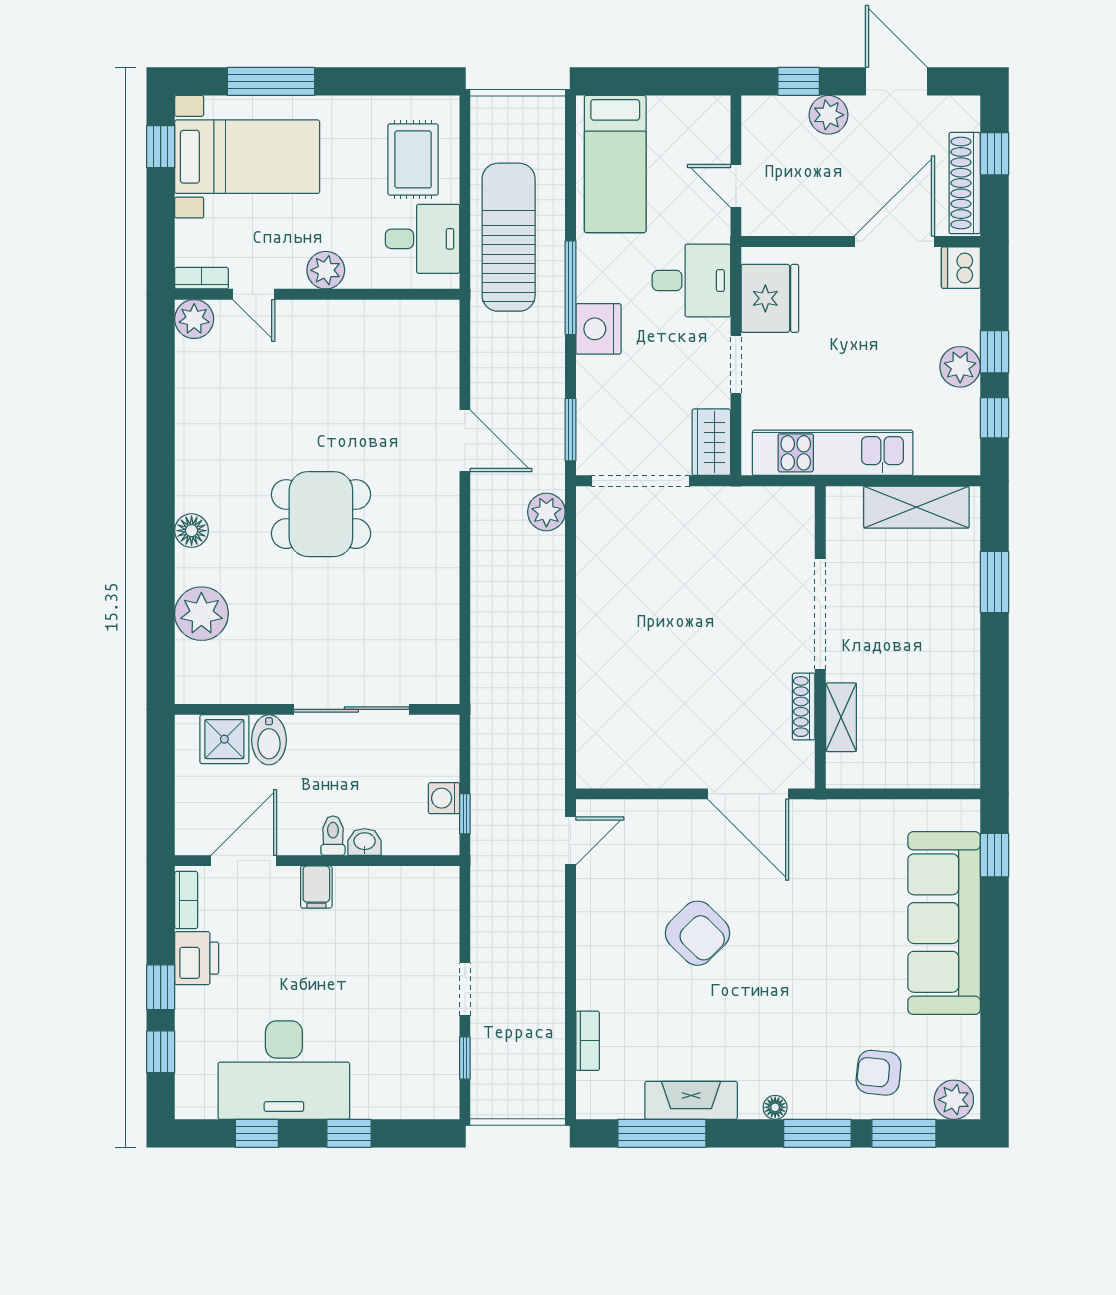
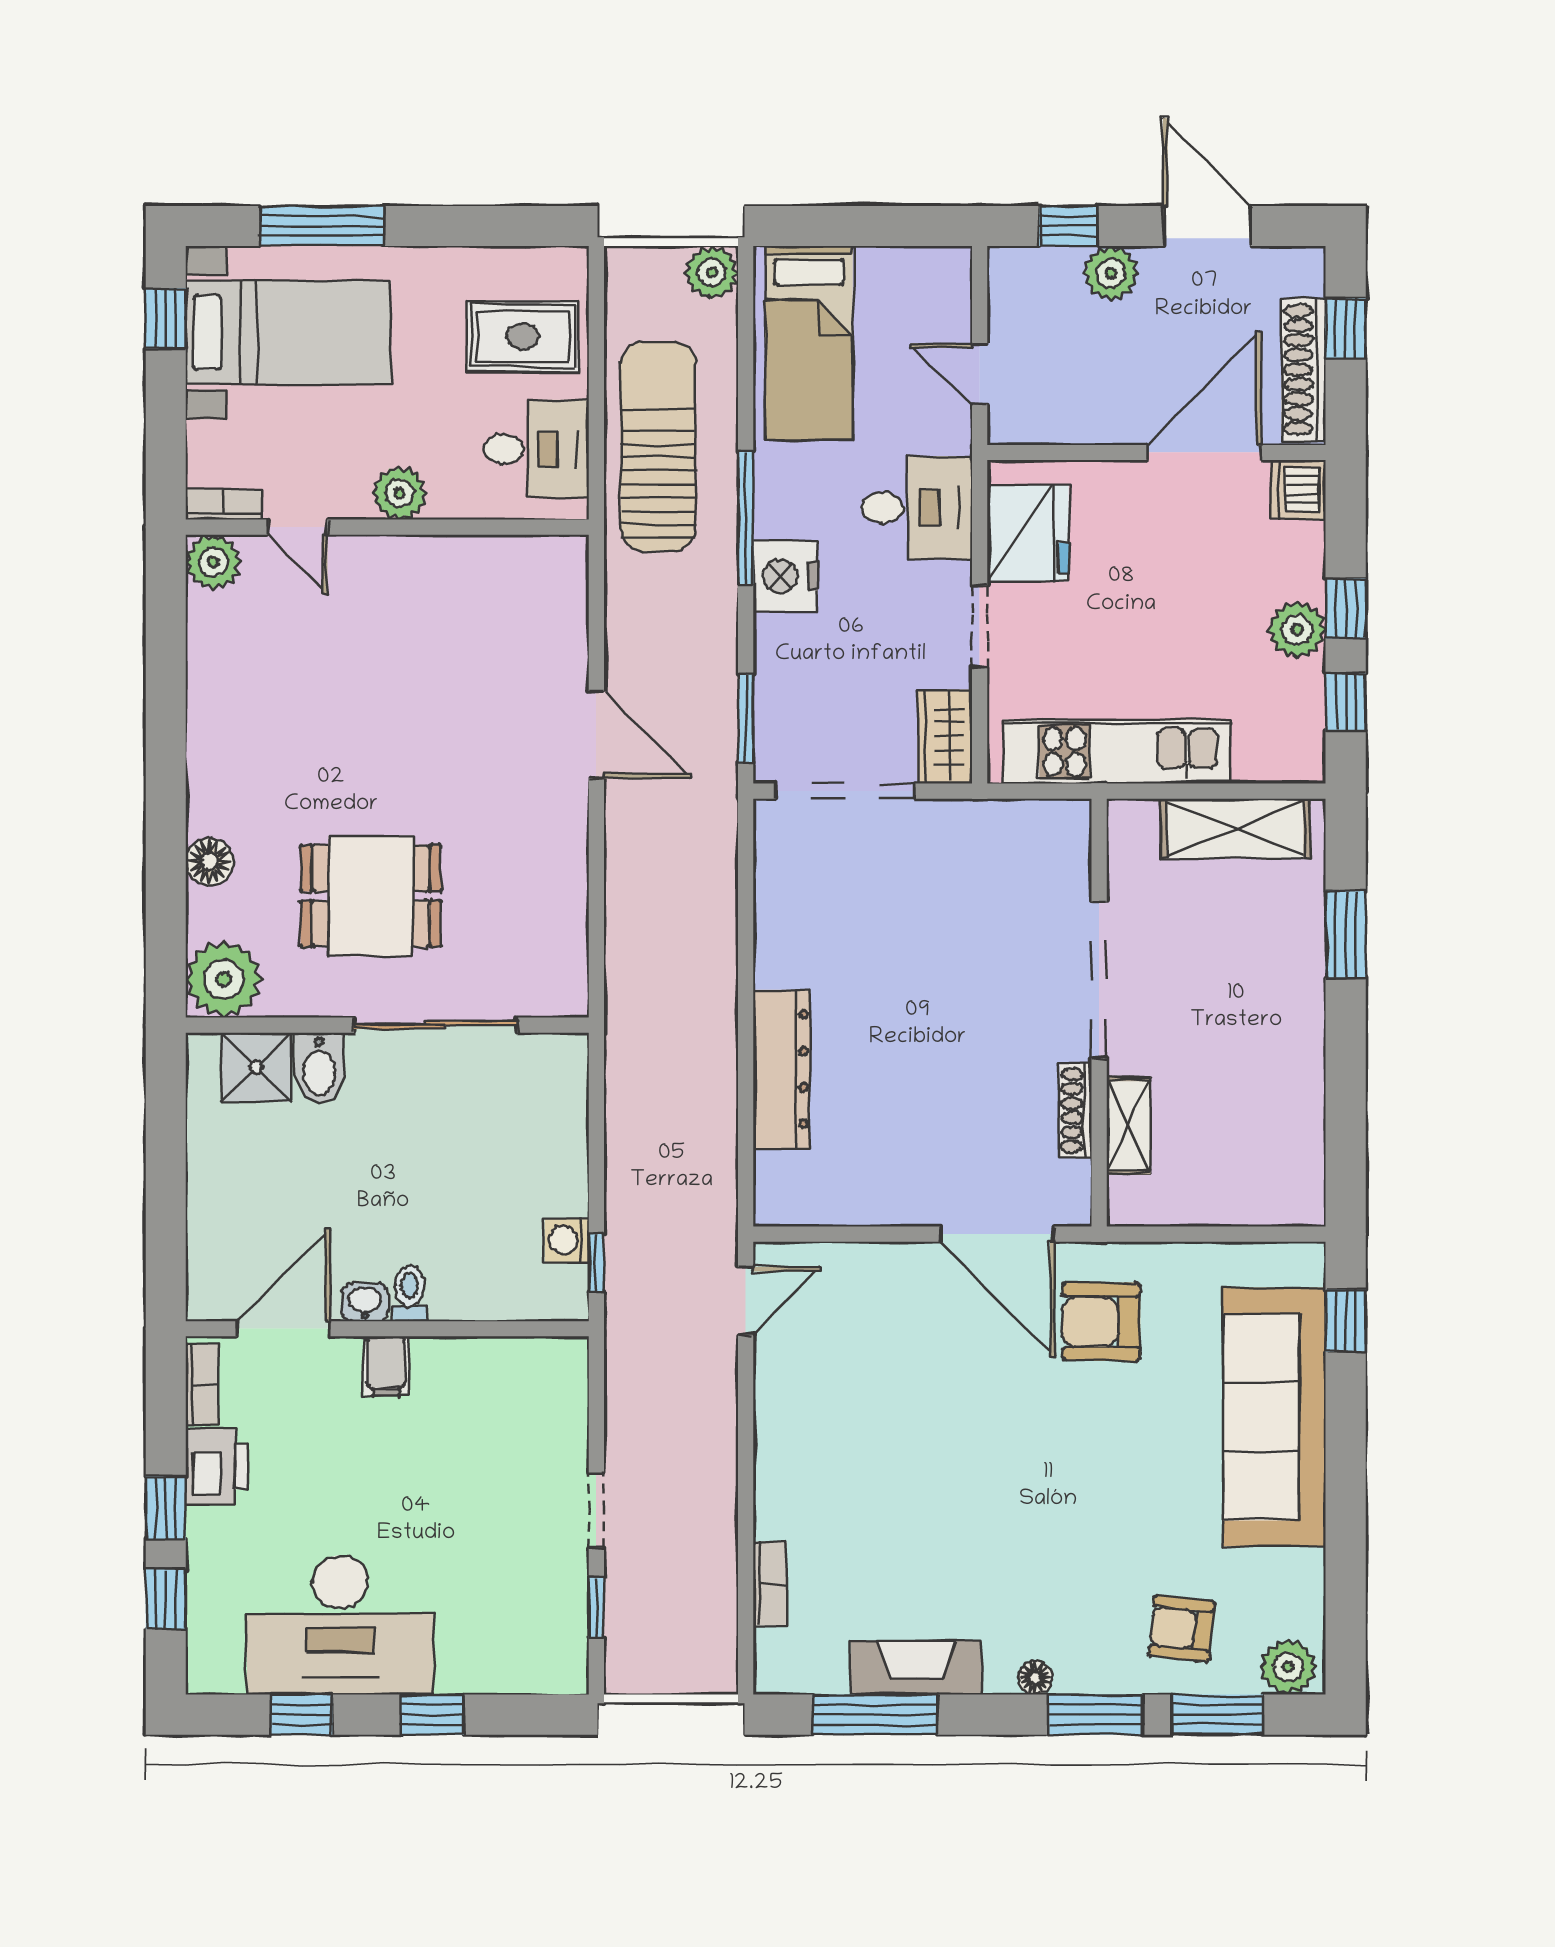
rug: (413, 159) -> (523, 336), turned 90
plant: (546, 512) -> (712, 272), moved
dining table: (321, 514) -> (371, 896), moved
dresser: (596, 677) -> (781, 1069), added
wall: (317, 709) -> (387, 1025), moved
sliding door: (351, 709) -> (436, 1025), moved
shower: (224, 739) -> (256, 1067), moved
bidet: (269, 740) -> (319, 1068), moved
washbasin: (365, 842) -> (365, 1302), moved
armchair: (697, 933) -> (1101, 1322), moved, turned 135

